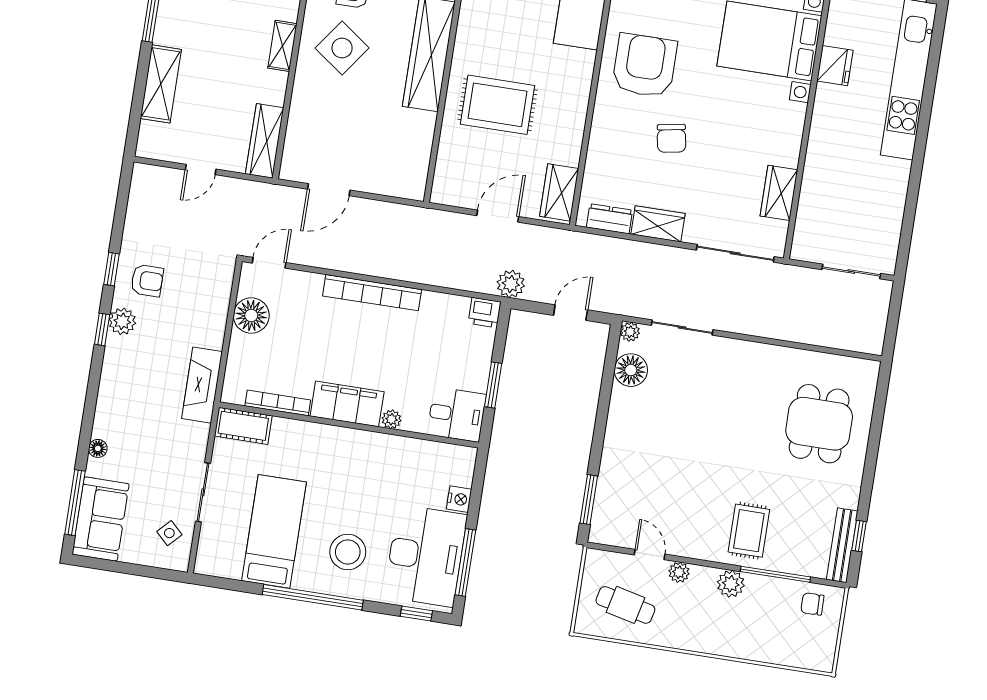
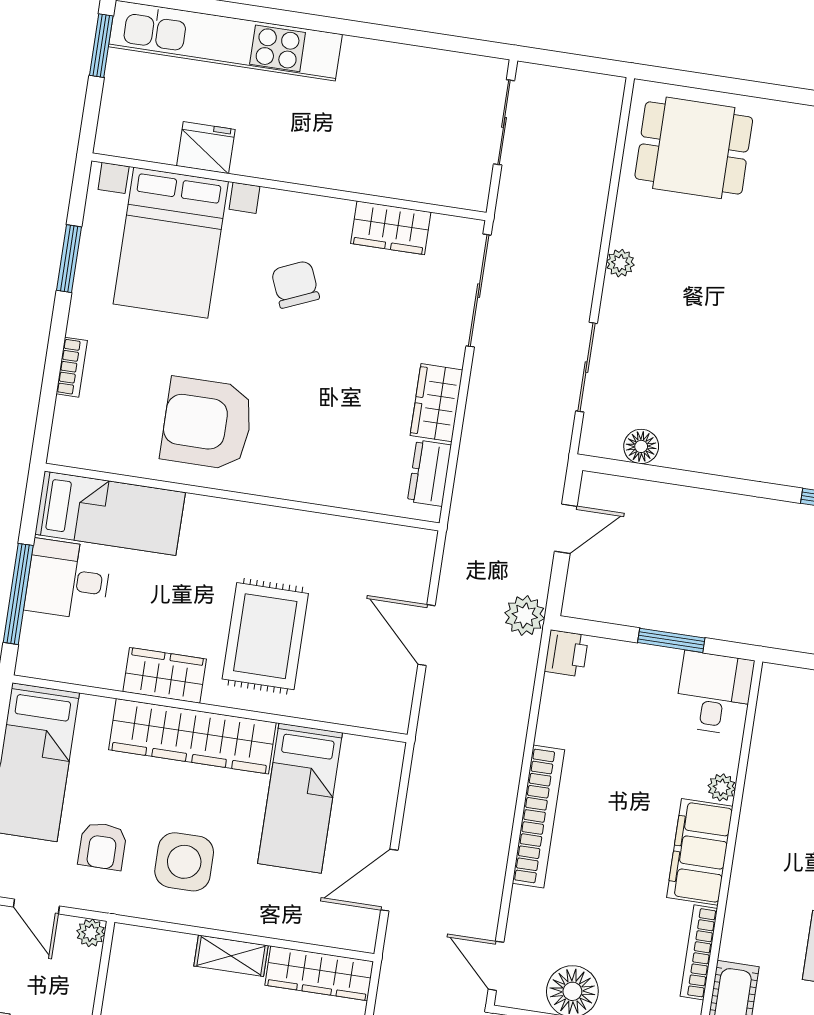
shelving: (282, 46) -> (231, 956), moved
side table: (342, 48) -> (184, 862), turned -36
bed: (386, 128) -> (300, 798), added
chair: (671, 138) -> (295, 284), moved, turned -103
door: (329, 190) -> (389, 880), swing flipped
wardrobe: (559, 192) -> (165, 675), moved, turned 180
door: (571, 313) -> (566, 529), swing flipped
plant: (630, 332) -> (620, 263), moved
floor lamp: (631, 370) -> (641, 446), width x0.73, depth x0.73
dining table: (819, 424) -> (694, 148), moved

